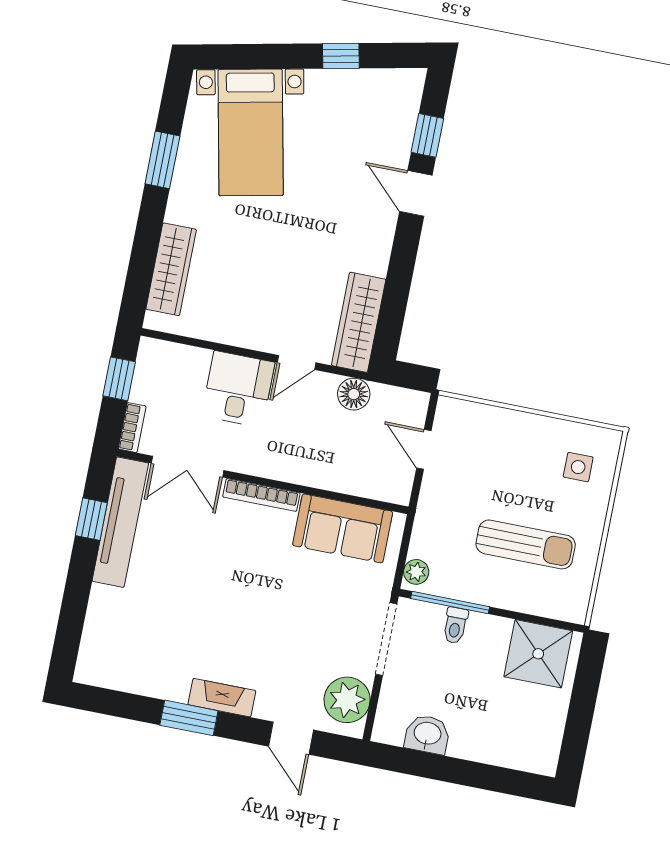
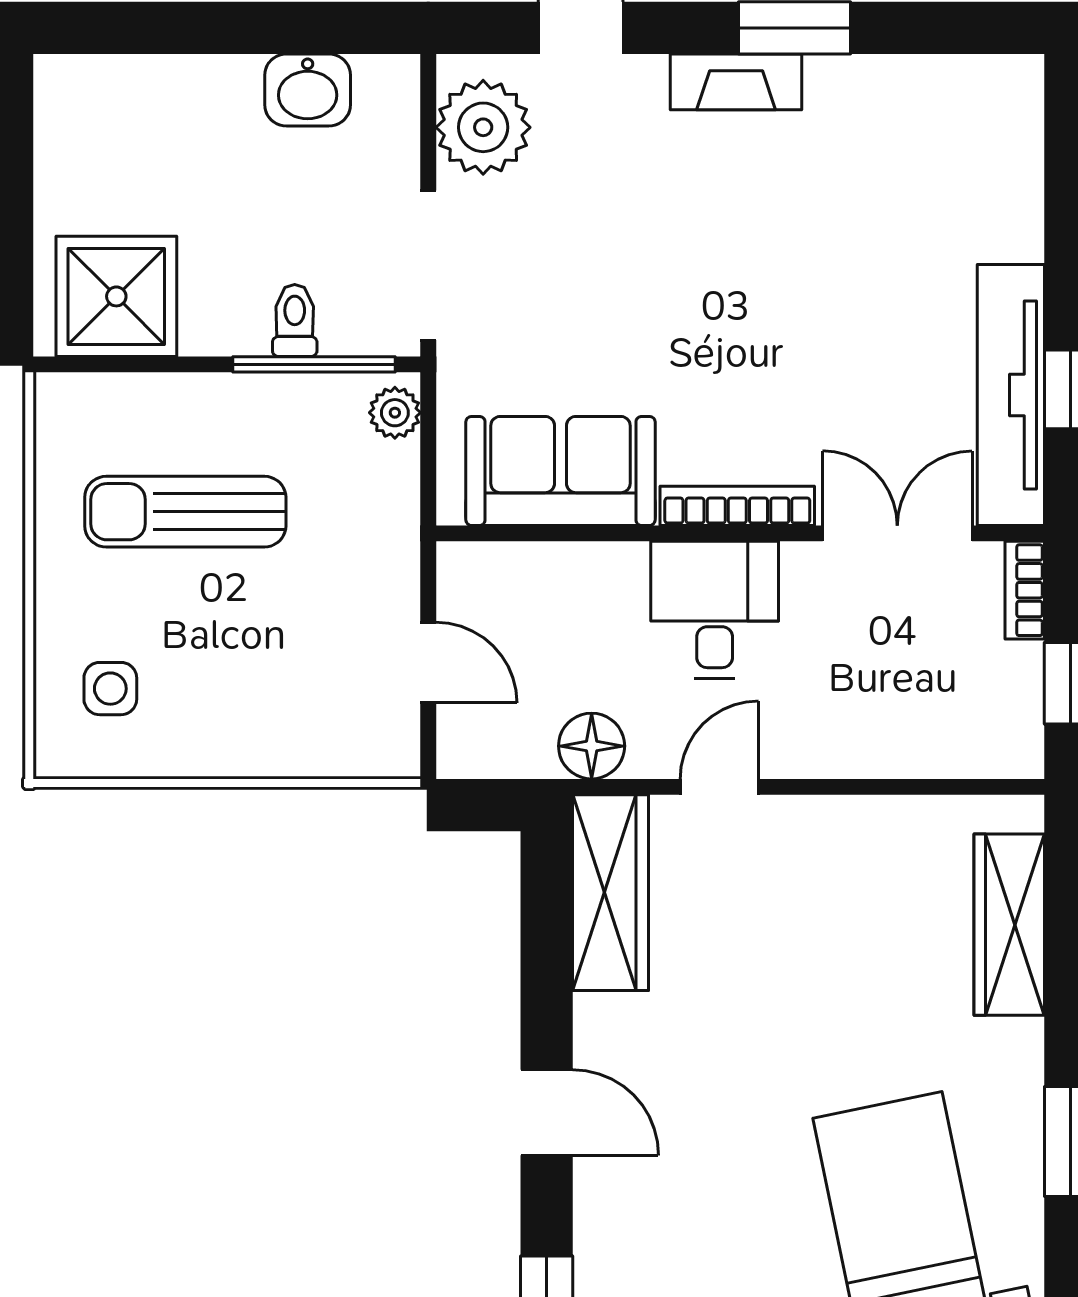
door: (416, 193) -> (547, 1112), moved
desk: (238, 389) -> (715, 610), moved, turned 180

